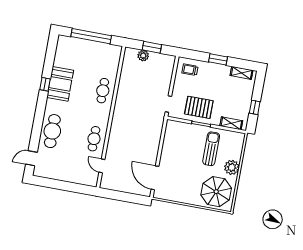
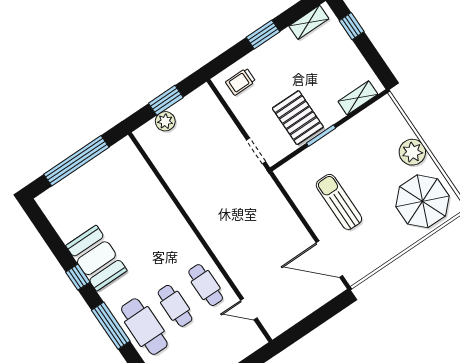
cafe table: (103, 91) -> (175, 306), moved
pallet: (199, 107) -> (298, 118), turned 90
window: (255, 107) -> (352, 26), moved
window: (39, 117) -> (111, 326), added
sun lounger: (211, 149) -> (339, 202), moved

